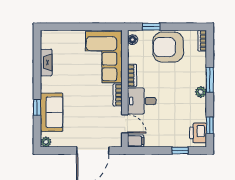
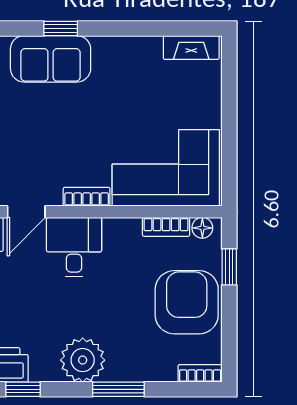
fireplace: (46, 62) -> (191, 48), moved
bookcase: (132, 75) -> (166, 227), moved
plant: (201, 92) -> (83, 360), width x1.88, depth x1.88

